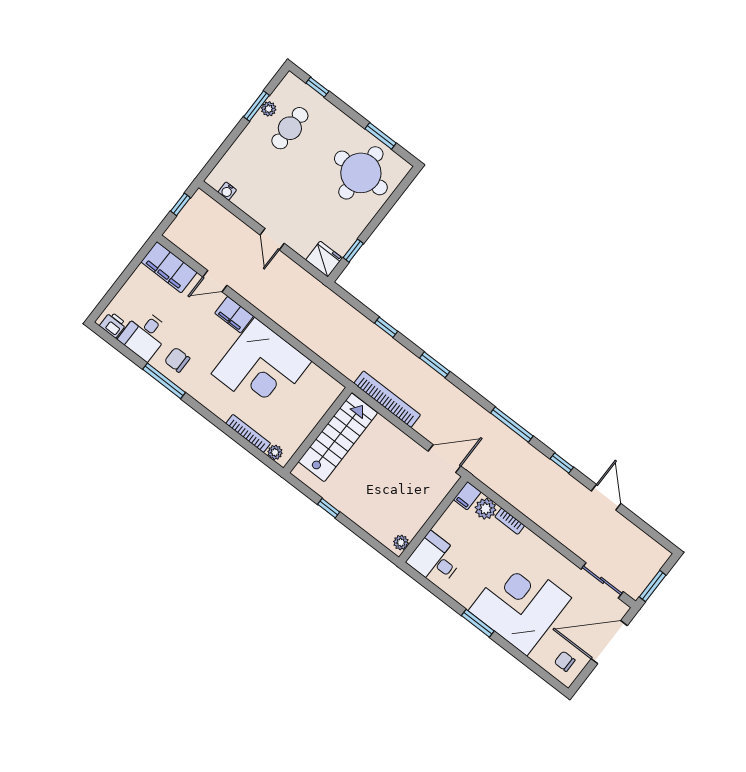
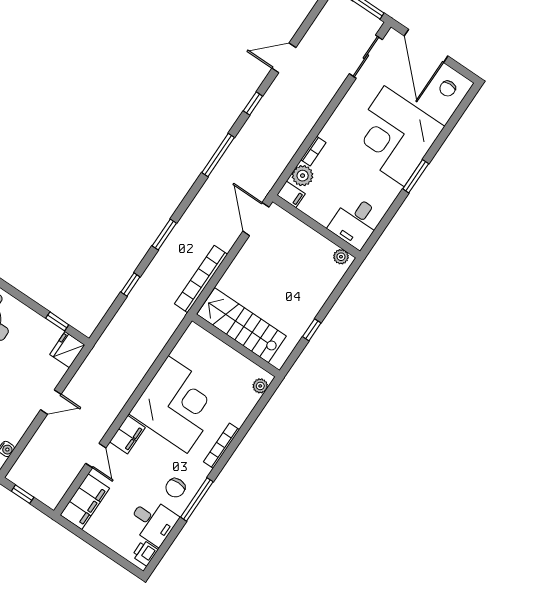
bookcase: (248, 433) -> (221, 446), moved

